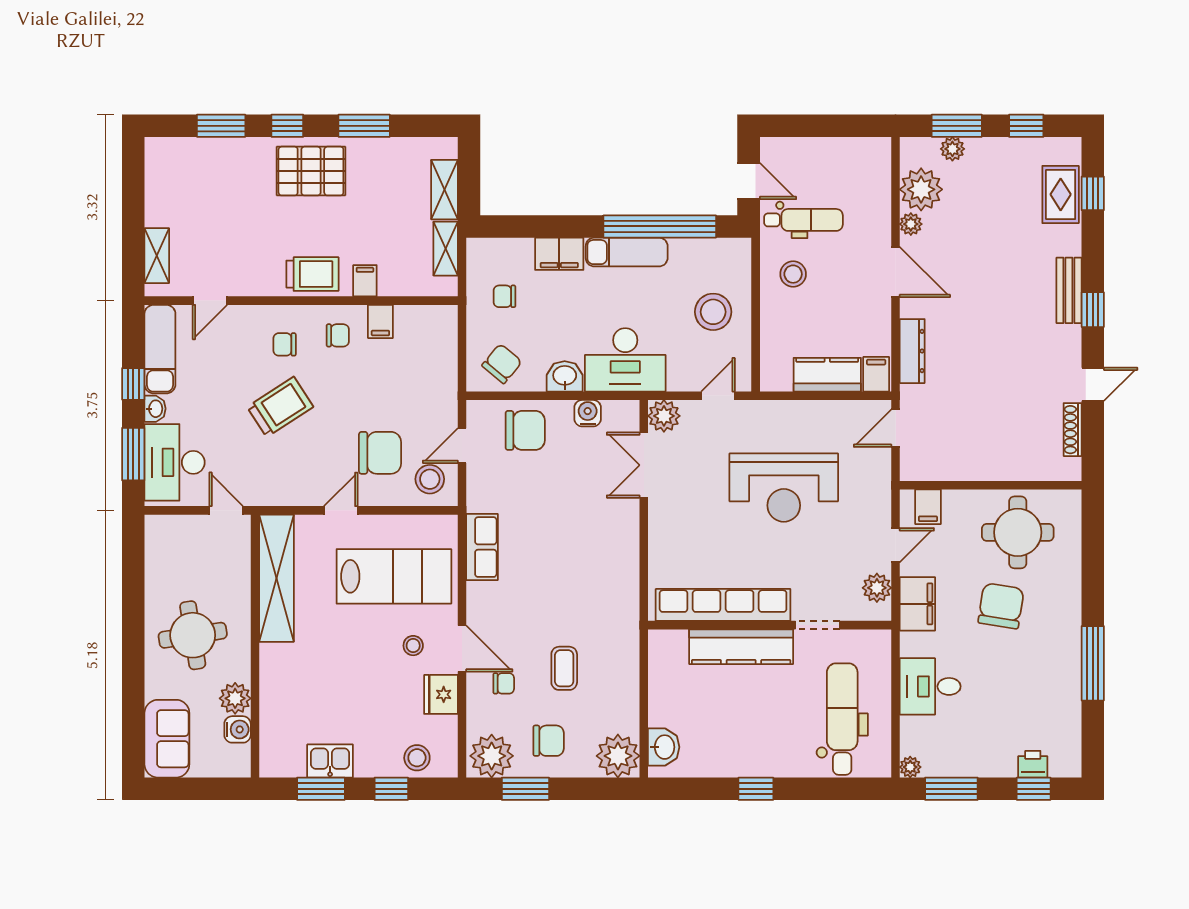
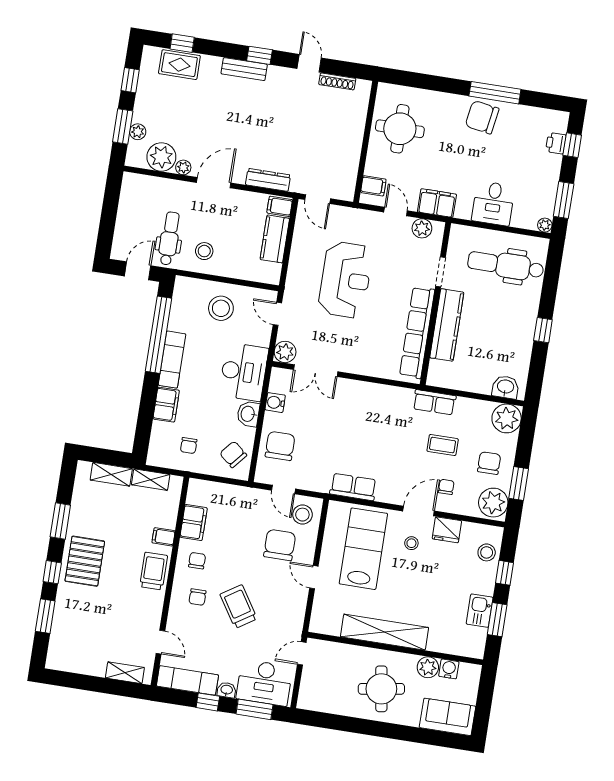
filing cabinet: (380, 321) -> (194, 522), width x2.00
shelving: (277, 578) -> (385, 632), moved
chair: (1001, 606) -> (482, 117), moved
row of seats: (625, 646) -> (434, 402), added

